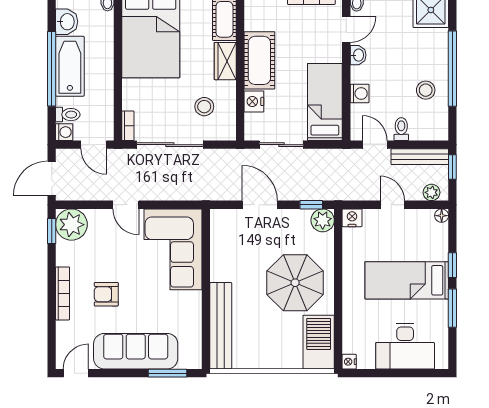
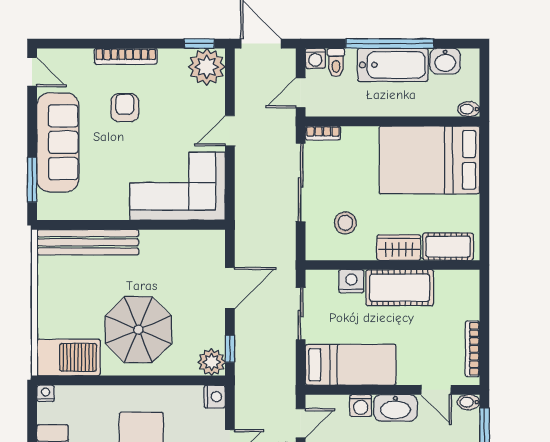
washbasin: (358, 55) -> (395, 408), width x1.91, depth x1.45

